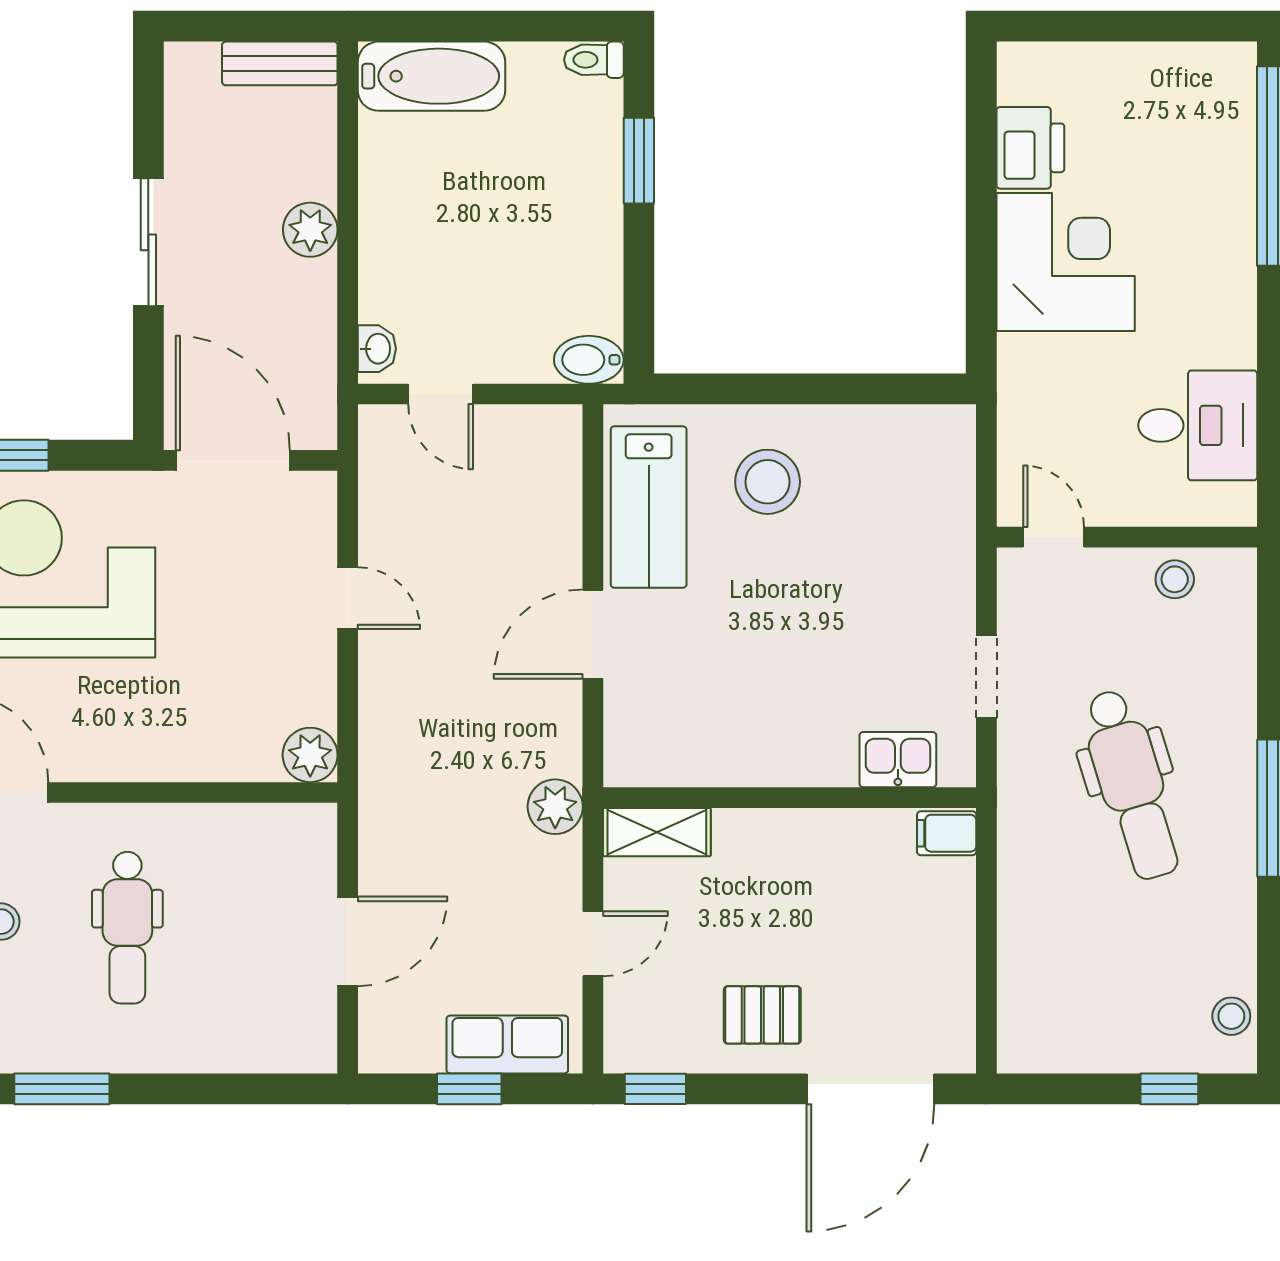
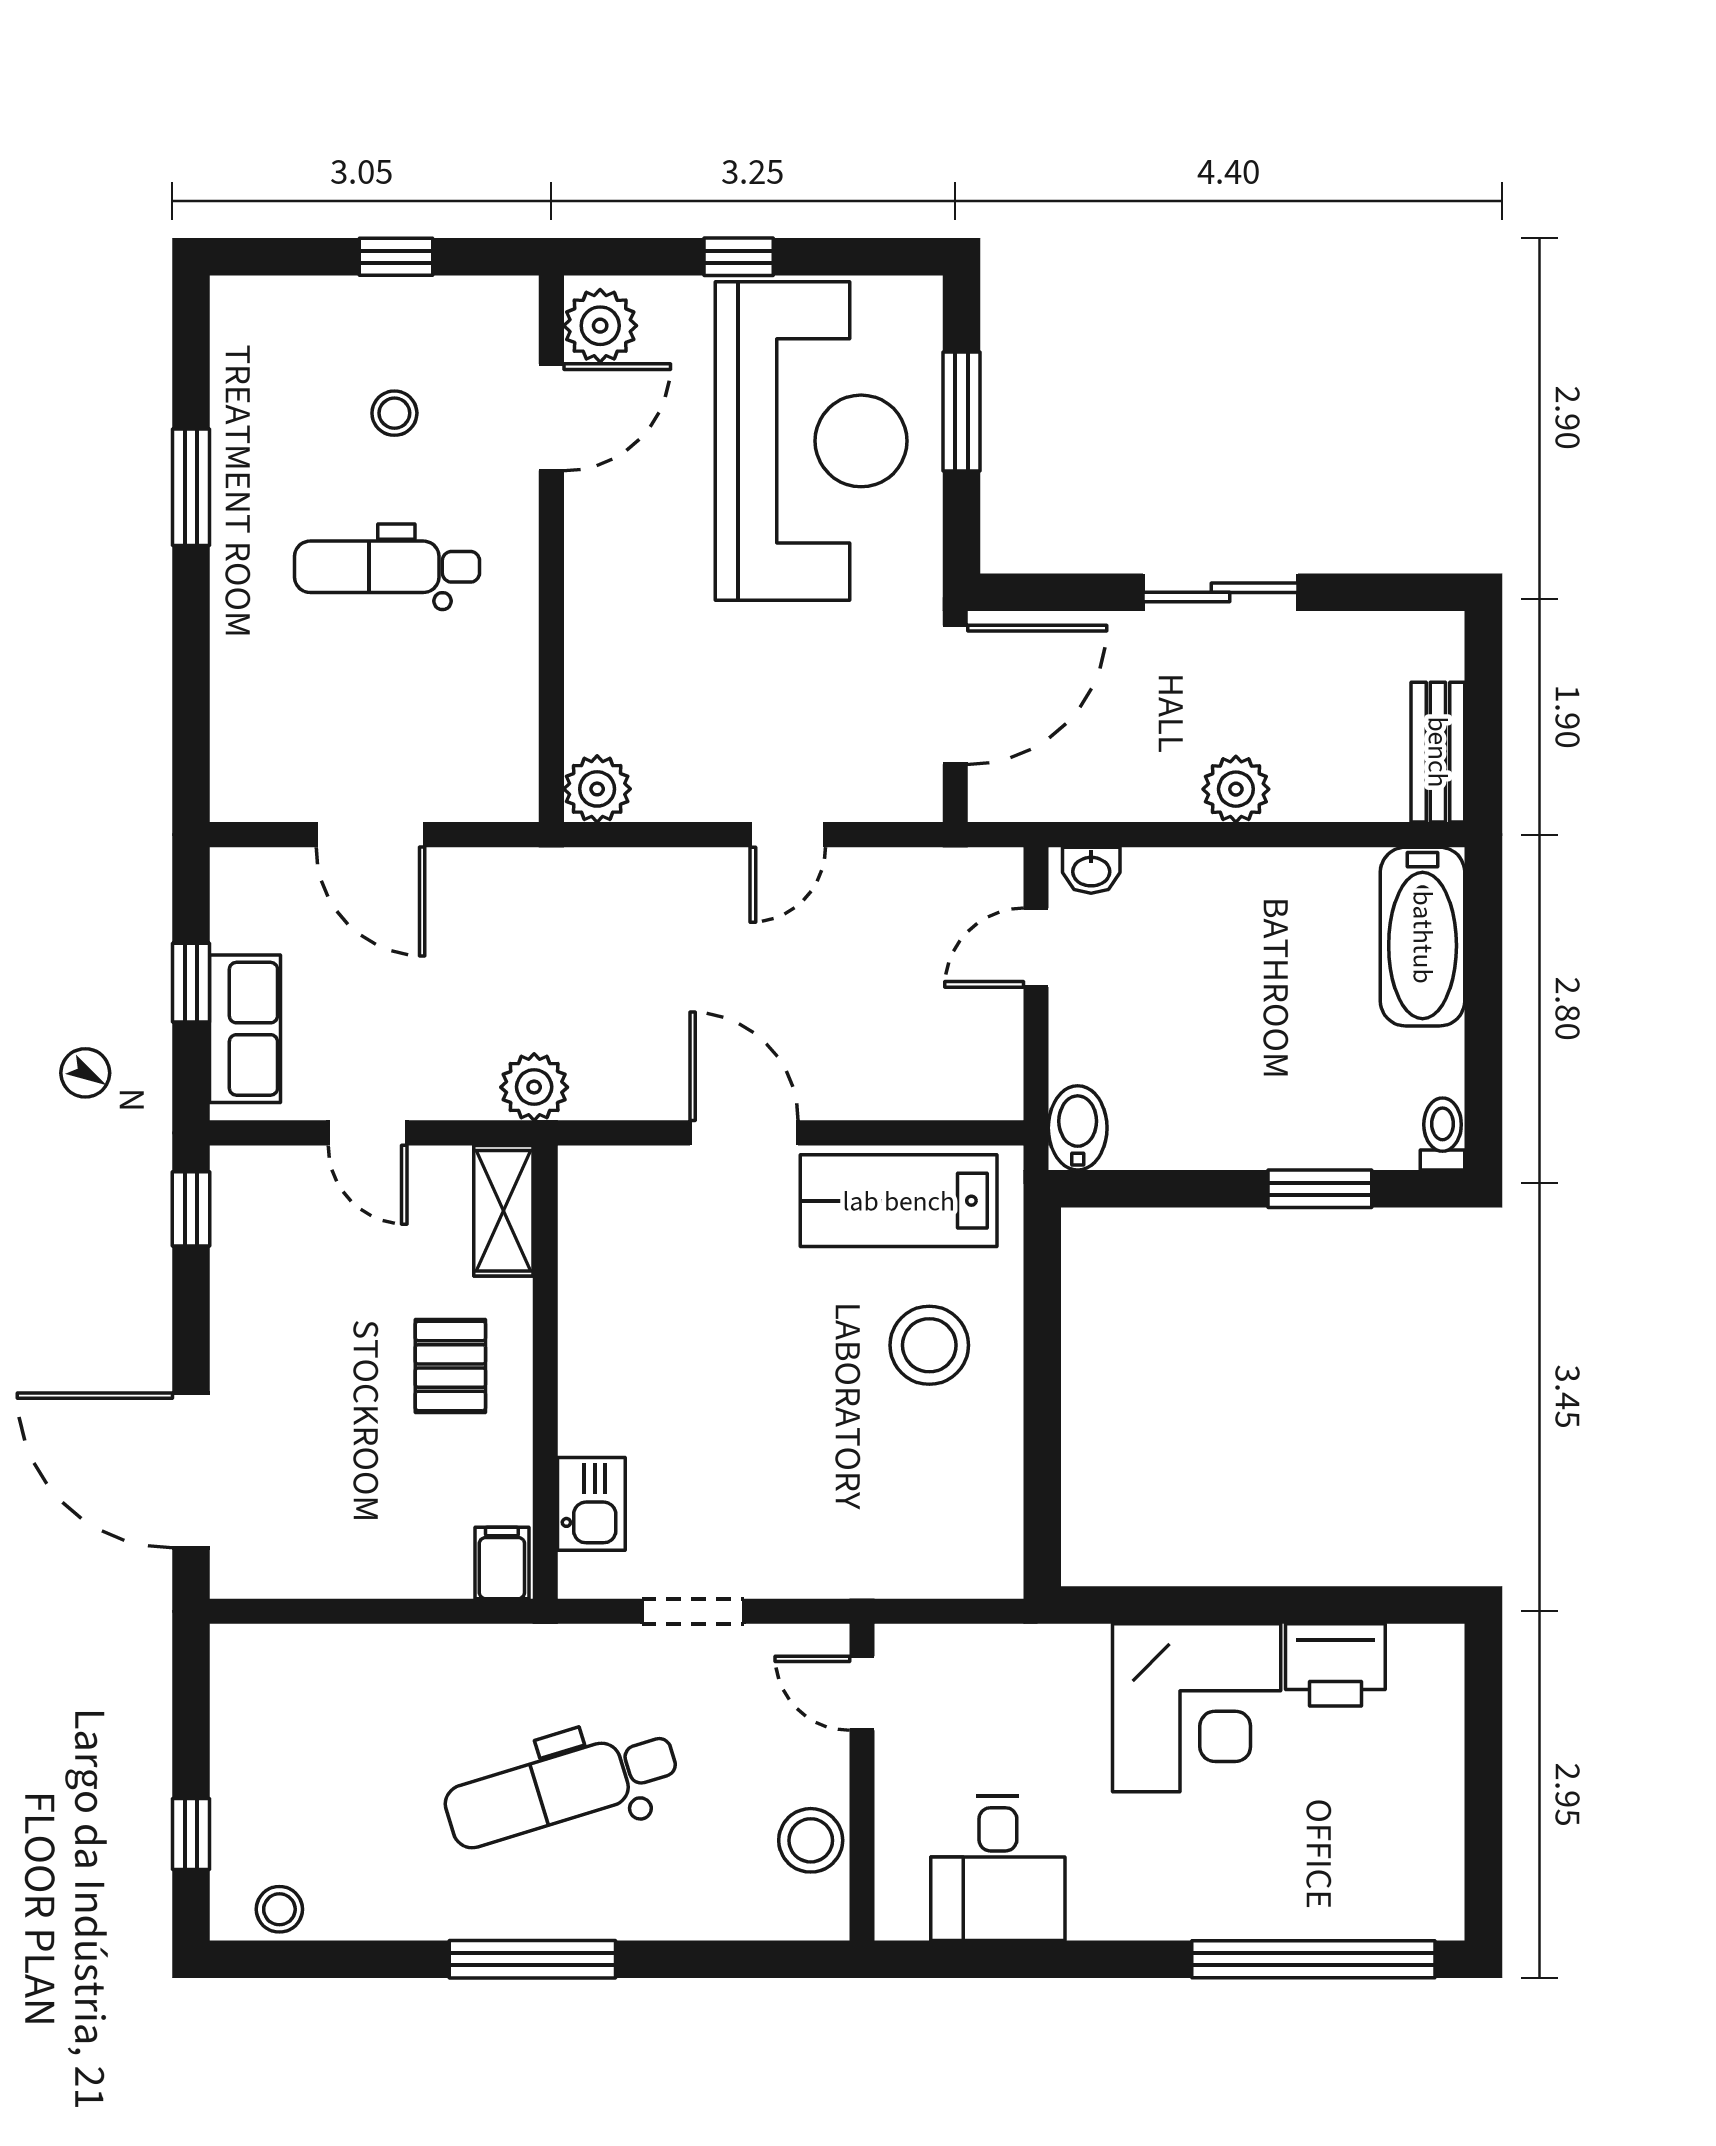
door: (1054, 537) -> (862, 1693), swing flipped
stool: (1175, 579) -> (811, 1840), width x1.37, depth x1.37
pallet: (762, 1015) -> (450, 1366), moved

